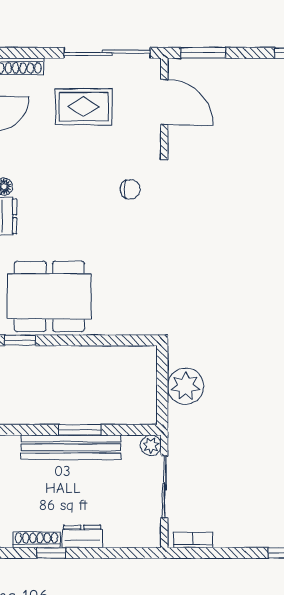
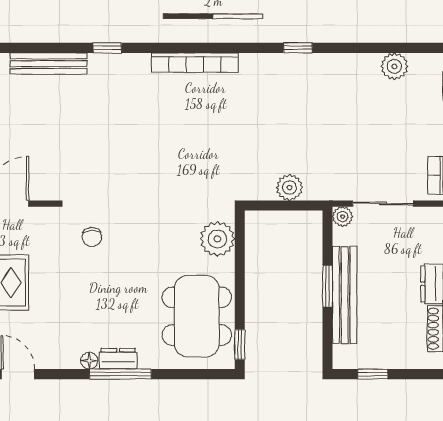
chair: (130, 189) -> (92, 237), turned 180
plant: (128, 317) -> (217, 239), added
plant: (185, 386) -> (289, 188), width x0.73, depth x0.73

